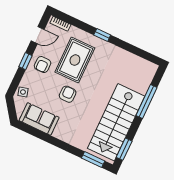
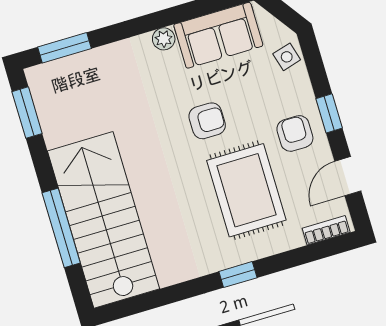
armchair: (68, 94) -> (207, 121), turned -90
stairs: (116, 122) -> (103, 220), moved
plant: (58, 134) -> (164, 39), added

